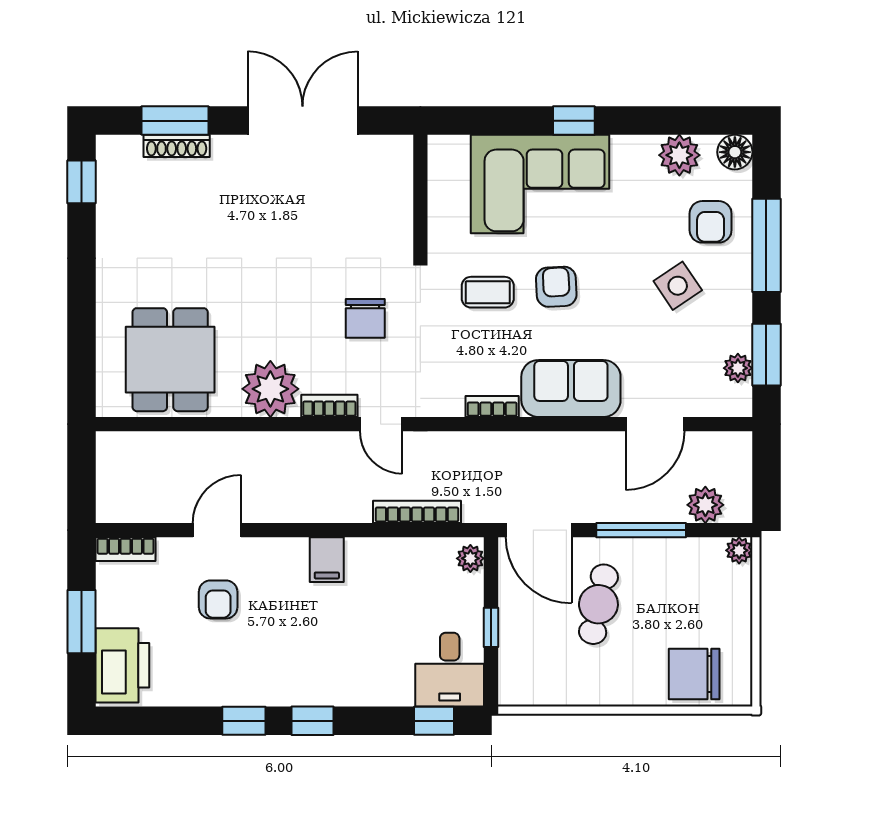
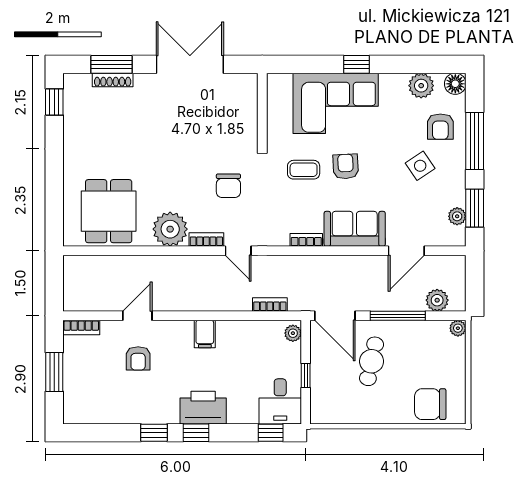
bookcase: (417, 512) -> (270, 305), width x0.64
printer: (122, 665) -> (203, 408), moved, turned -90

